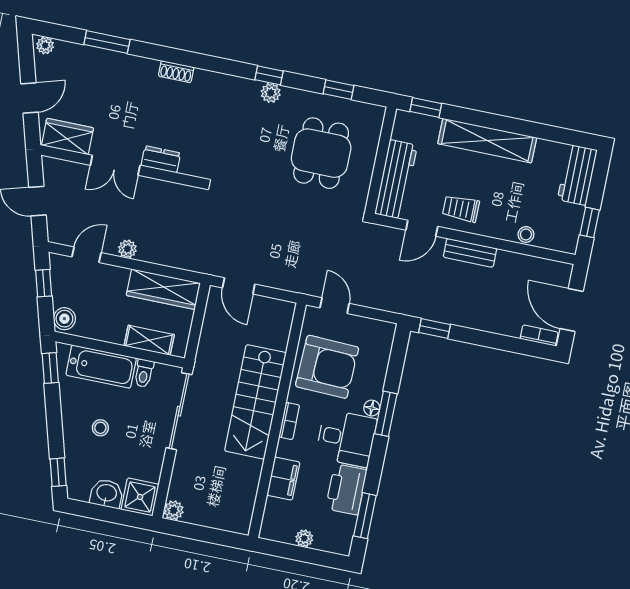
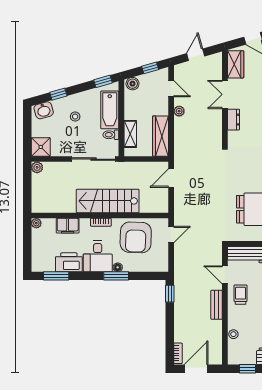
window: (58, 472) -> (58, 94), moved
washbasin: (107, 493) -> (44, 110), moved, turned 74
plant: (304, 538) -> (36, 223), moved

